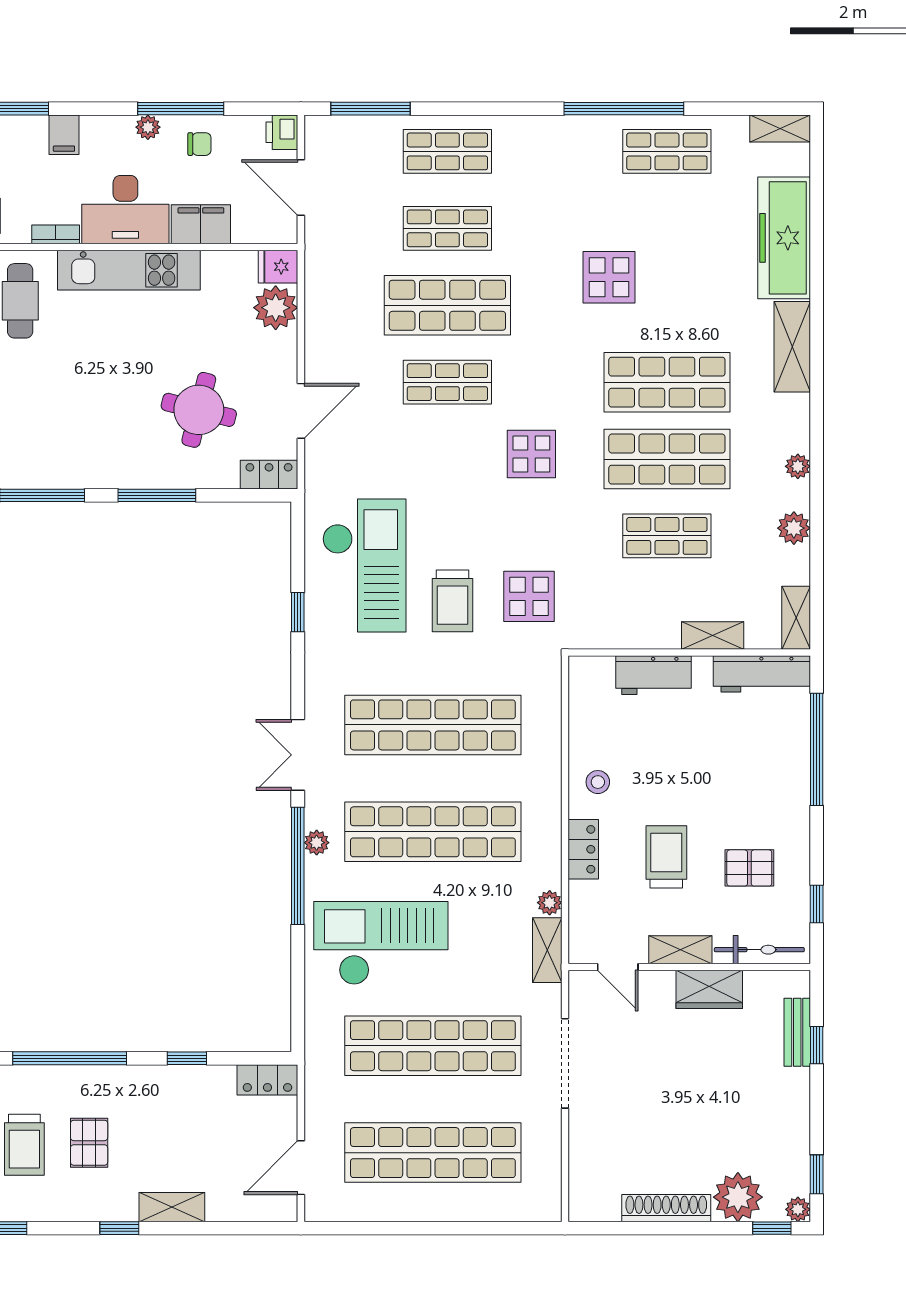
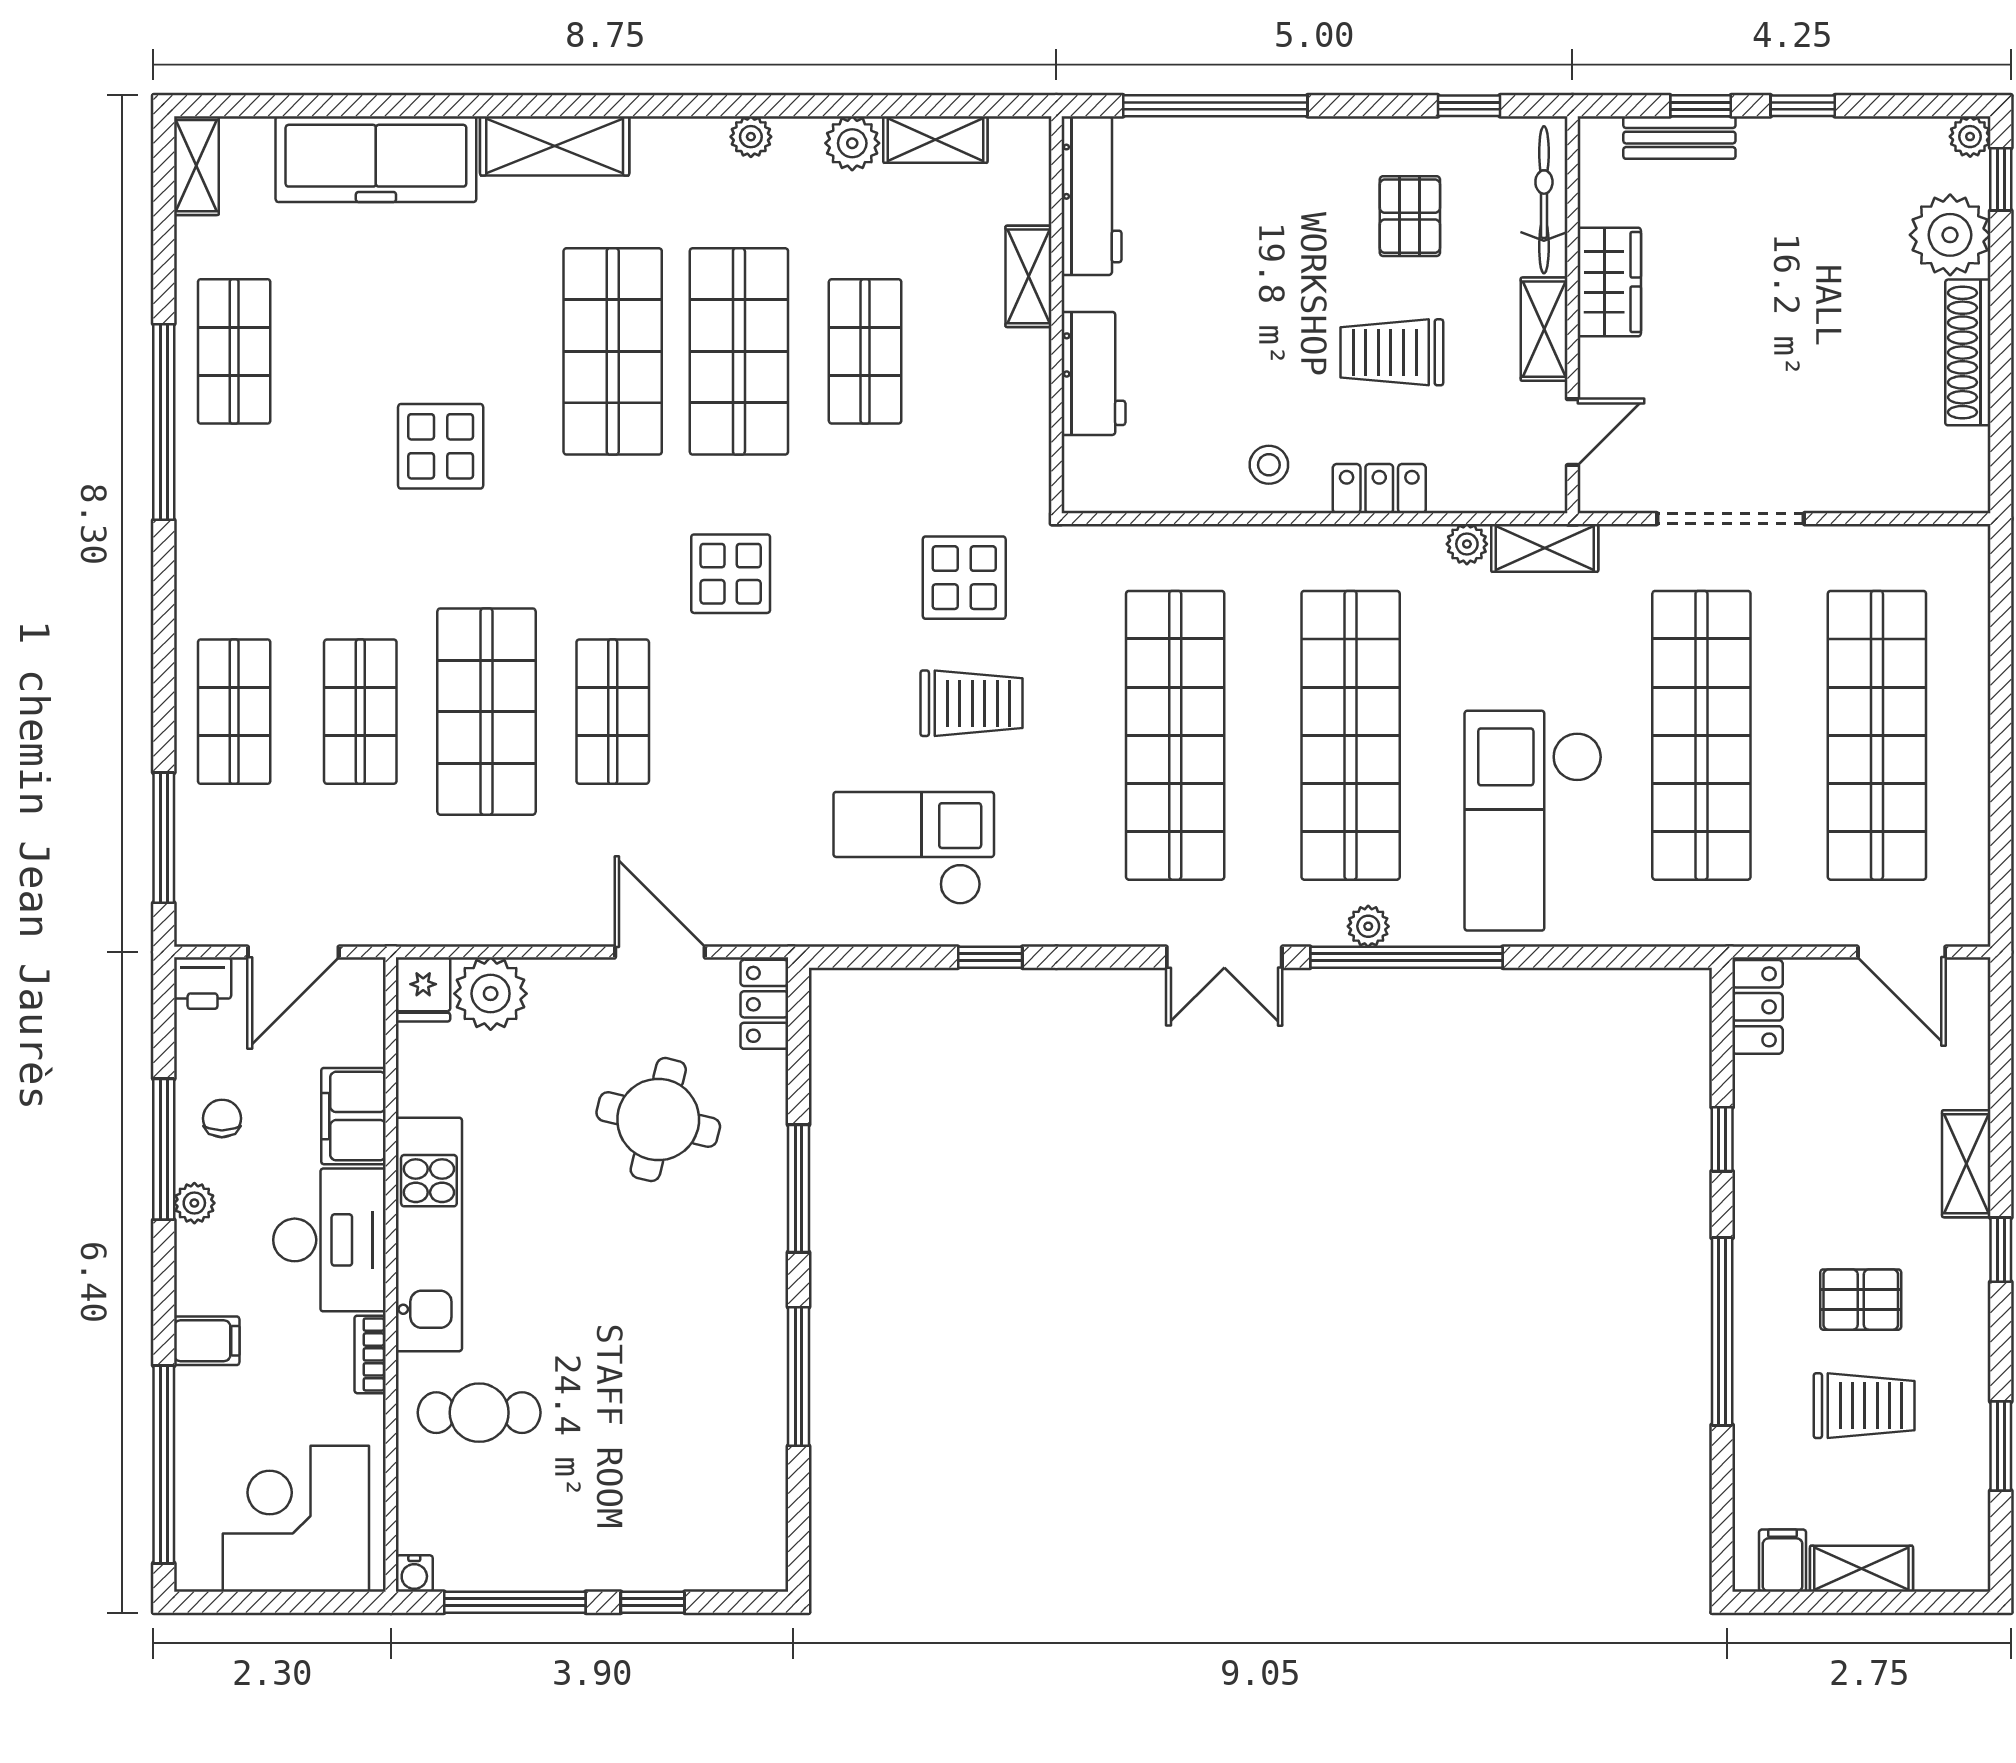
checkout: (364, 566) -> (914, 848), width x0.73, depth x0.83
shelving: (796, 618) -> (935, 140), moved
window: (817, 1174) -> (1803, 106), moved

